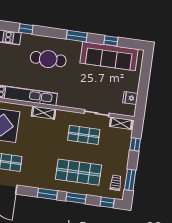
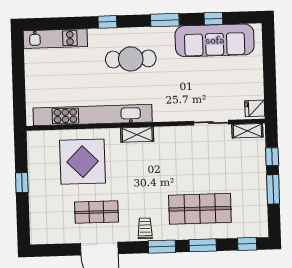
window: (26, 29) -> (107, 22), moved
fridge: (130, 98) -> (255, 108), moved
shop shelf: (84, 135) -> (198, 156), removed
window: (130, 180) -> (273, 189), moved
trolley: (116, 183) -> (145, 228), moved

